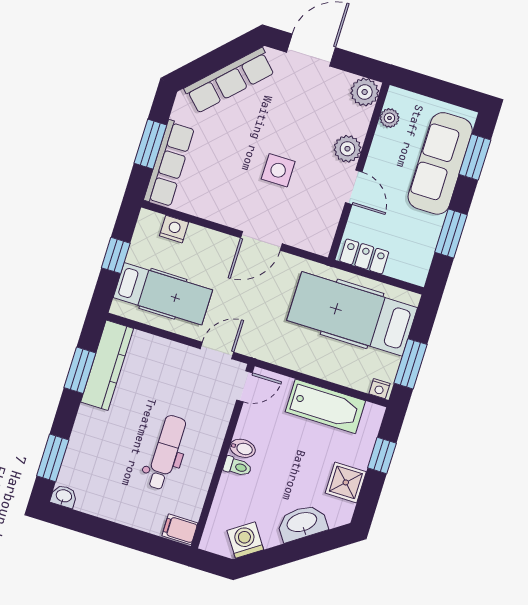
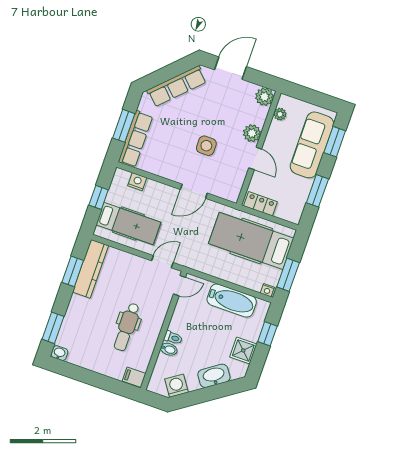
bidet: (243, 448) -> (169, 349), moved
dental chair: (166, 452) -> (127, 327), turned 180

